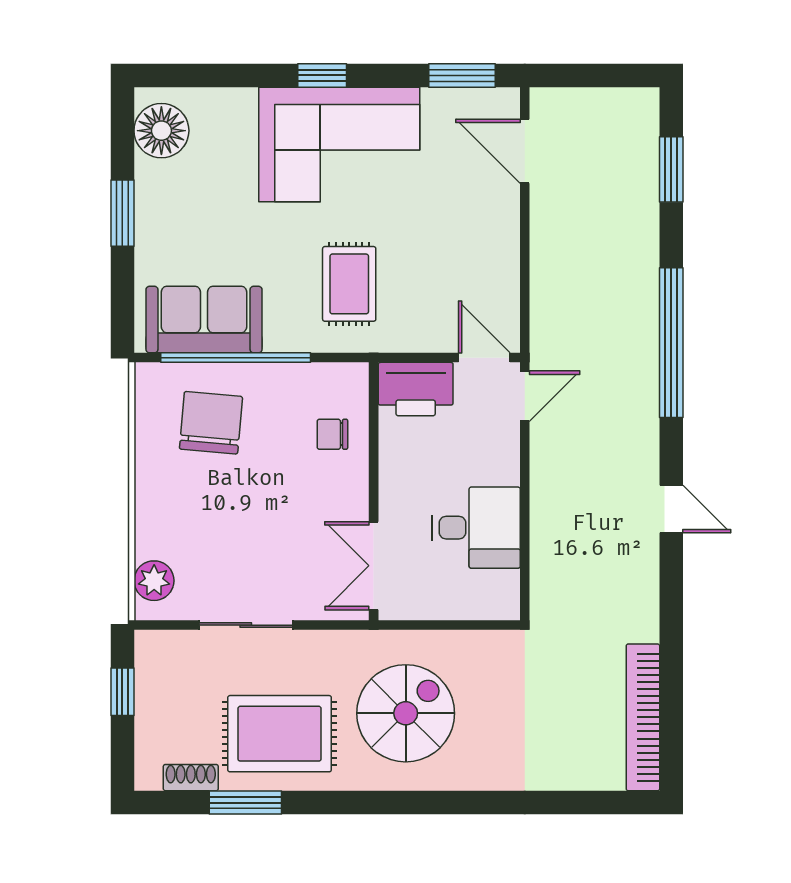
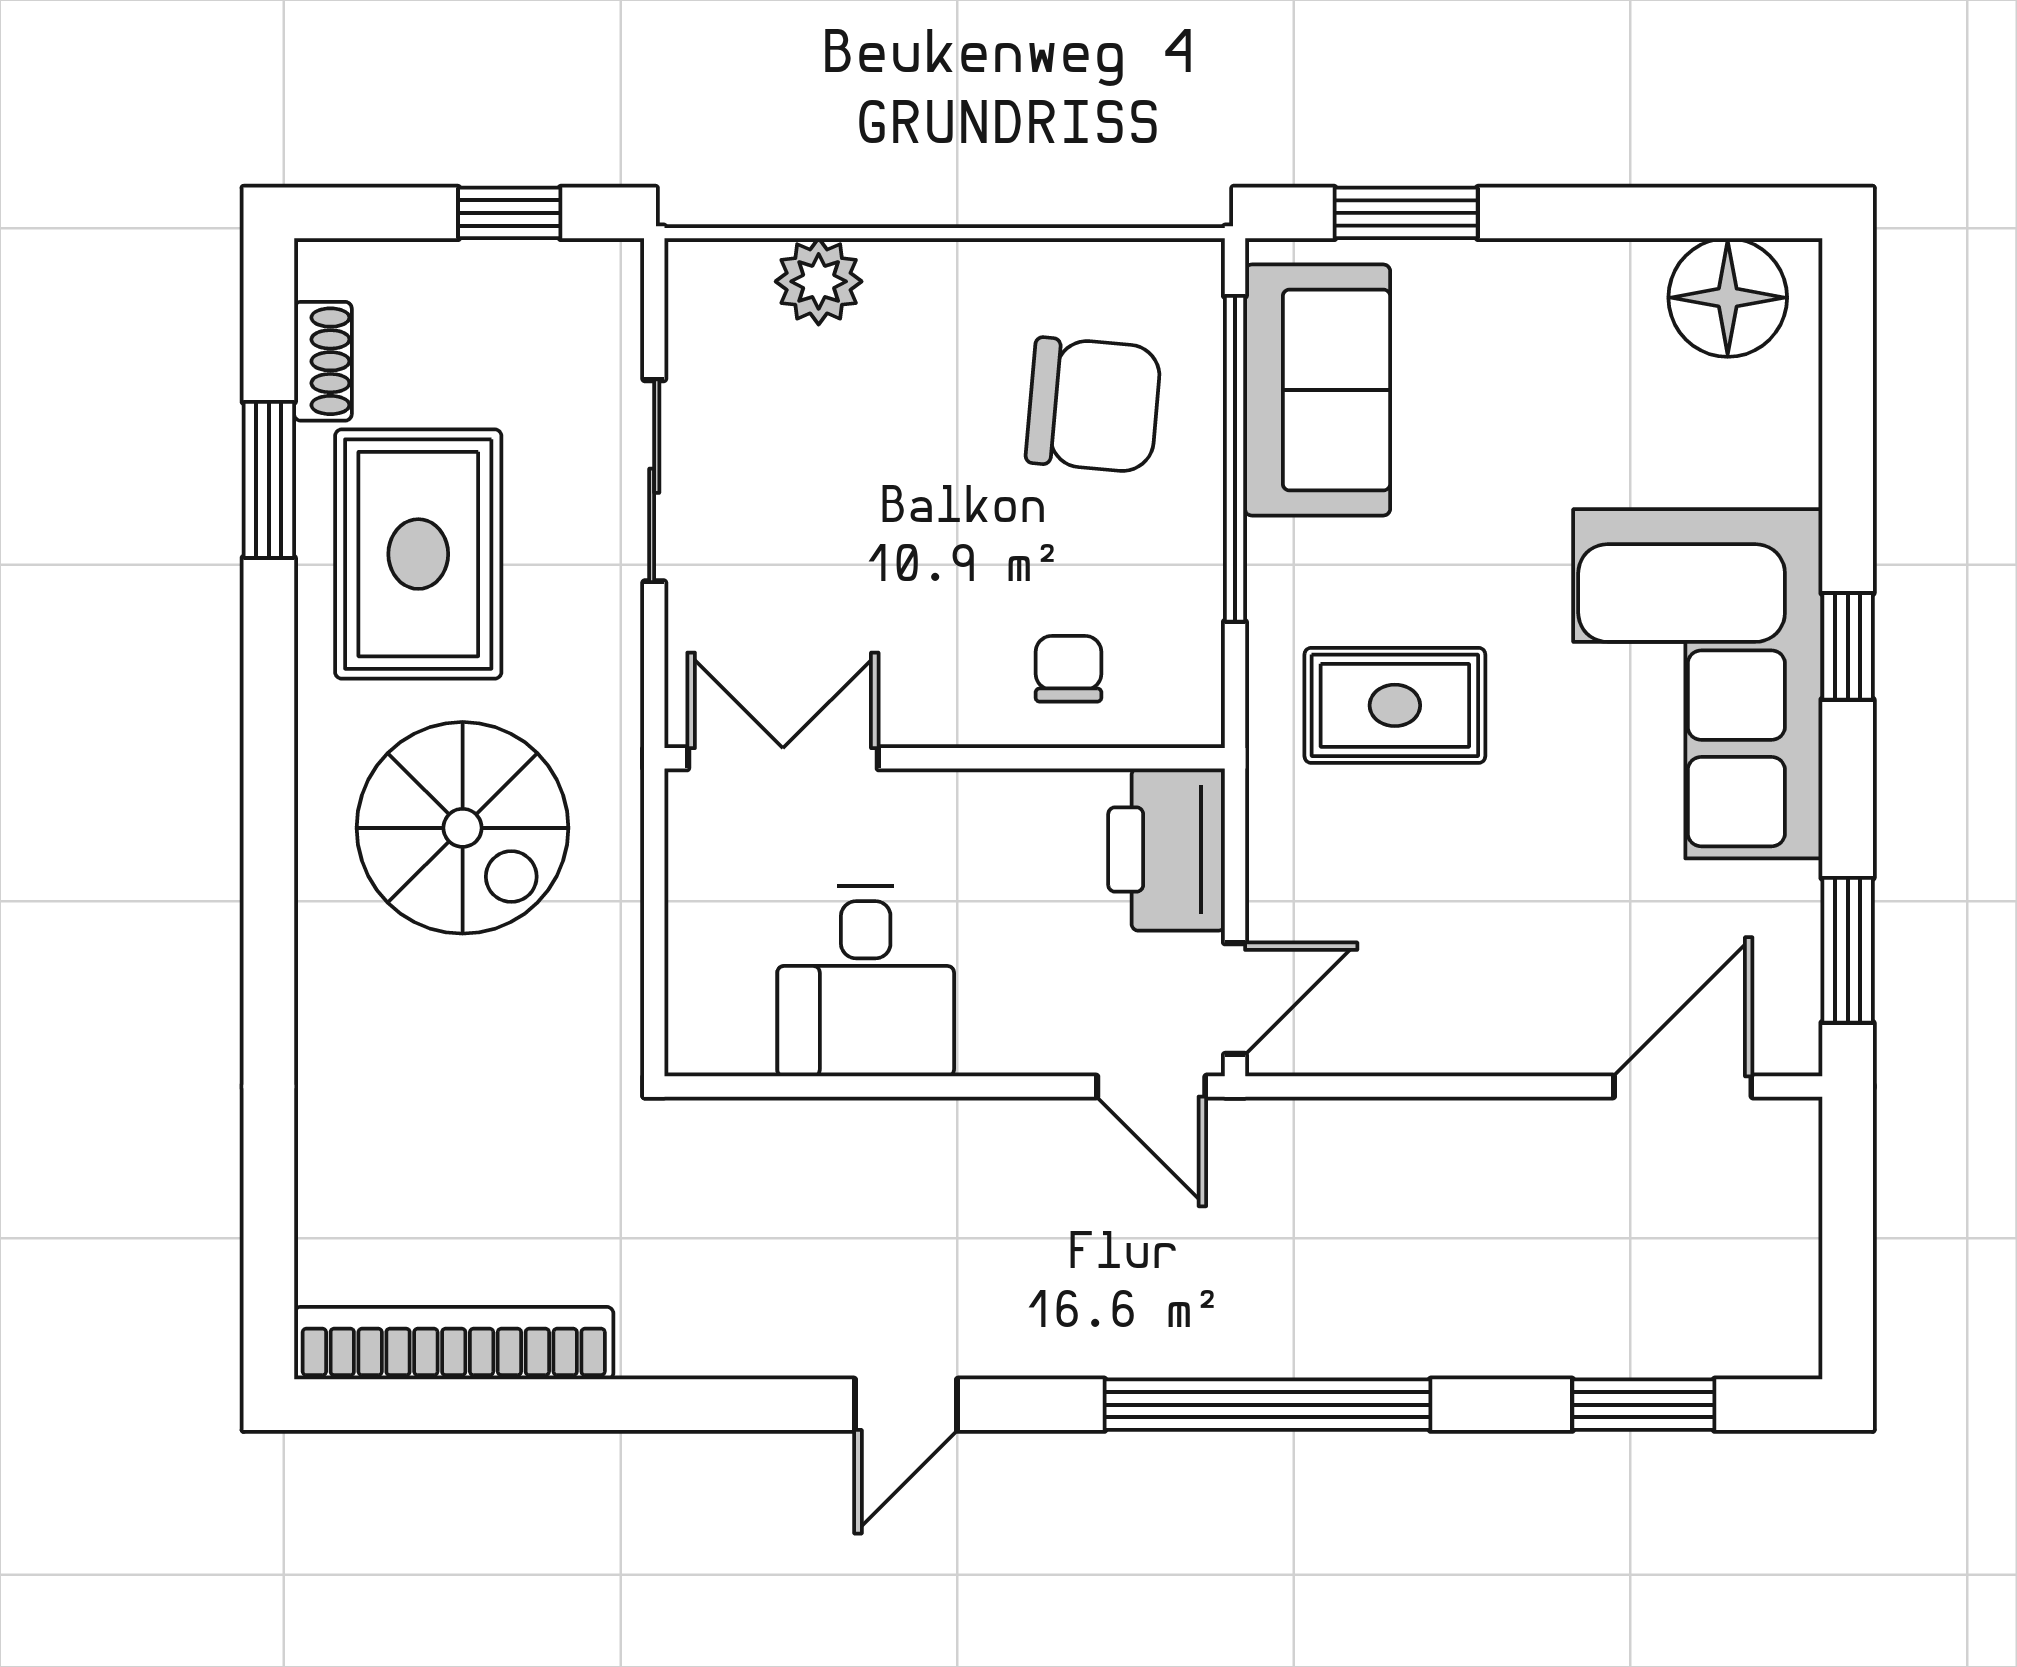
window: (122, 213) -> (1406, 213), moved
plant: (154, 581) -> (819, 281), moved

